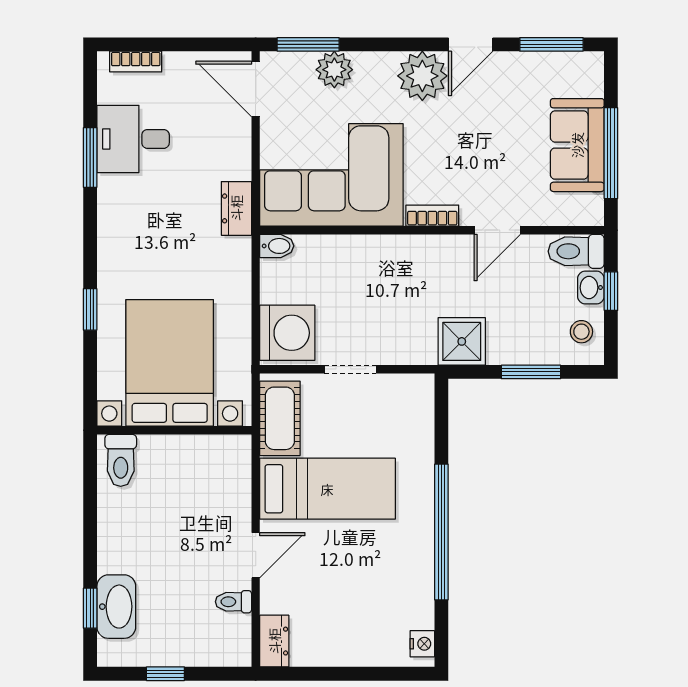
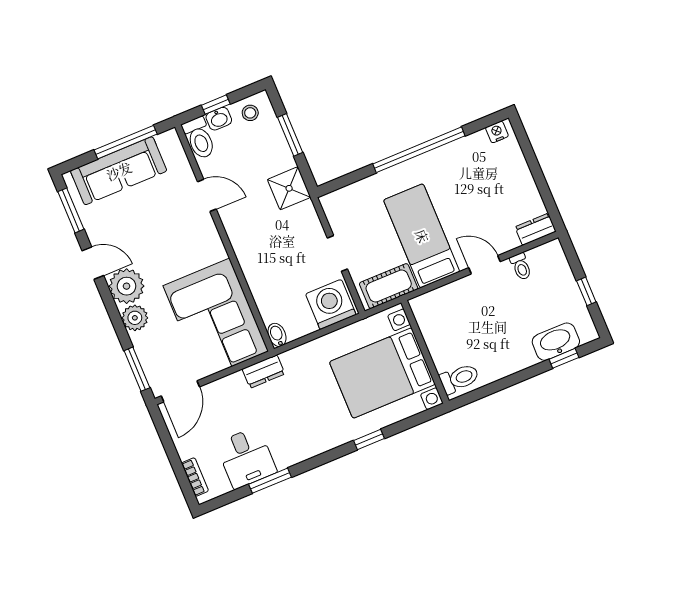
plant: (334, 70) -> (135, 318), moved
sofa: (577, 145) -> (119, 171), width x1.36
bookcase: (432, 216) -> (215, 242), removed

